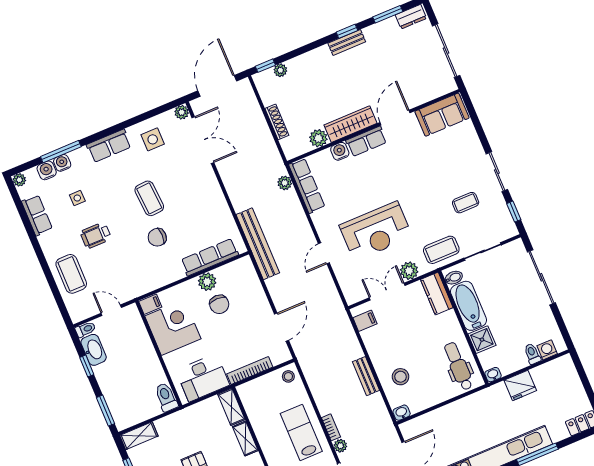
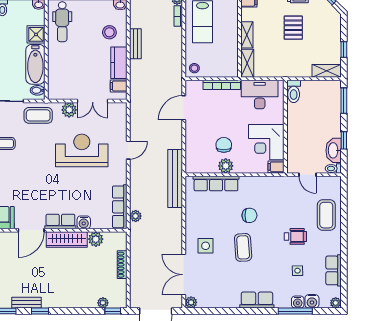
bench: (347, 42) -> (27, 303), moved
side table: (153, 139) -> (206, 246), moved
kitchen counter: (437, 294) -> (119, 63), moved, turned 180

